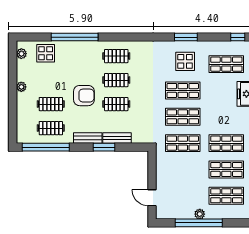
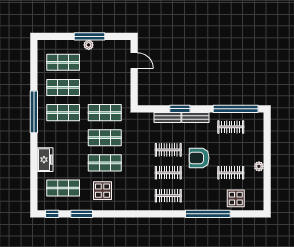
window: (186, 37) -> (82, 214), moved
plant: (21, 54) -> (259, 198), removed
clothes rail: (51, 104) -> (231, 173), moved
window: (199, 223) -> (89, 36), width x0.68

